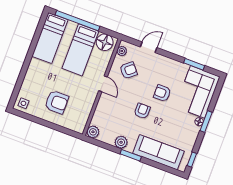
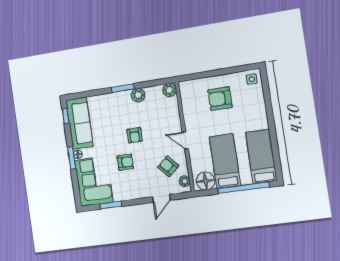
armchair: (129, 70) -> (168, 166), turned 88
sofa: (158, 152) -> (80, 123), moved, turned -90

